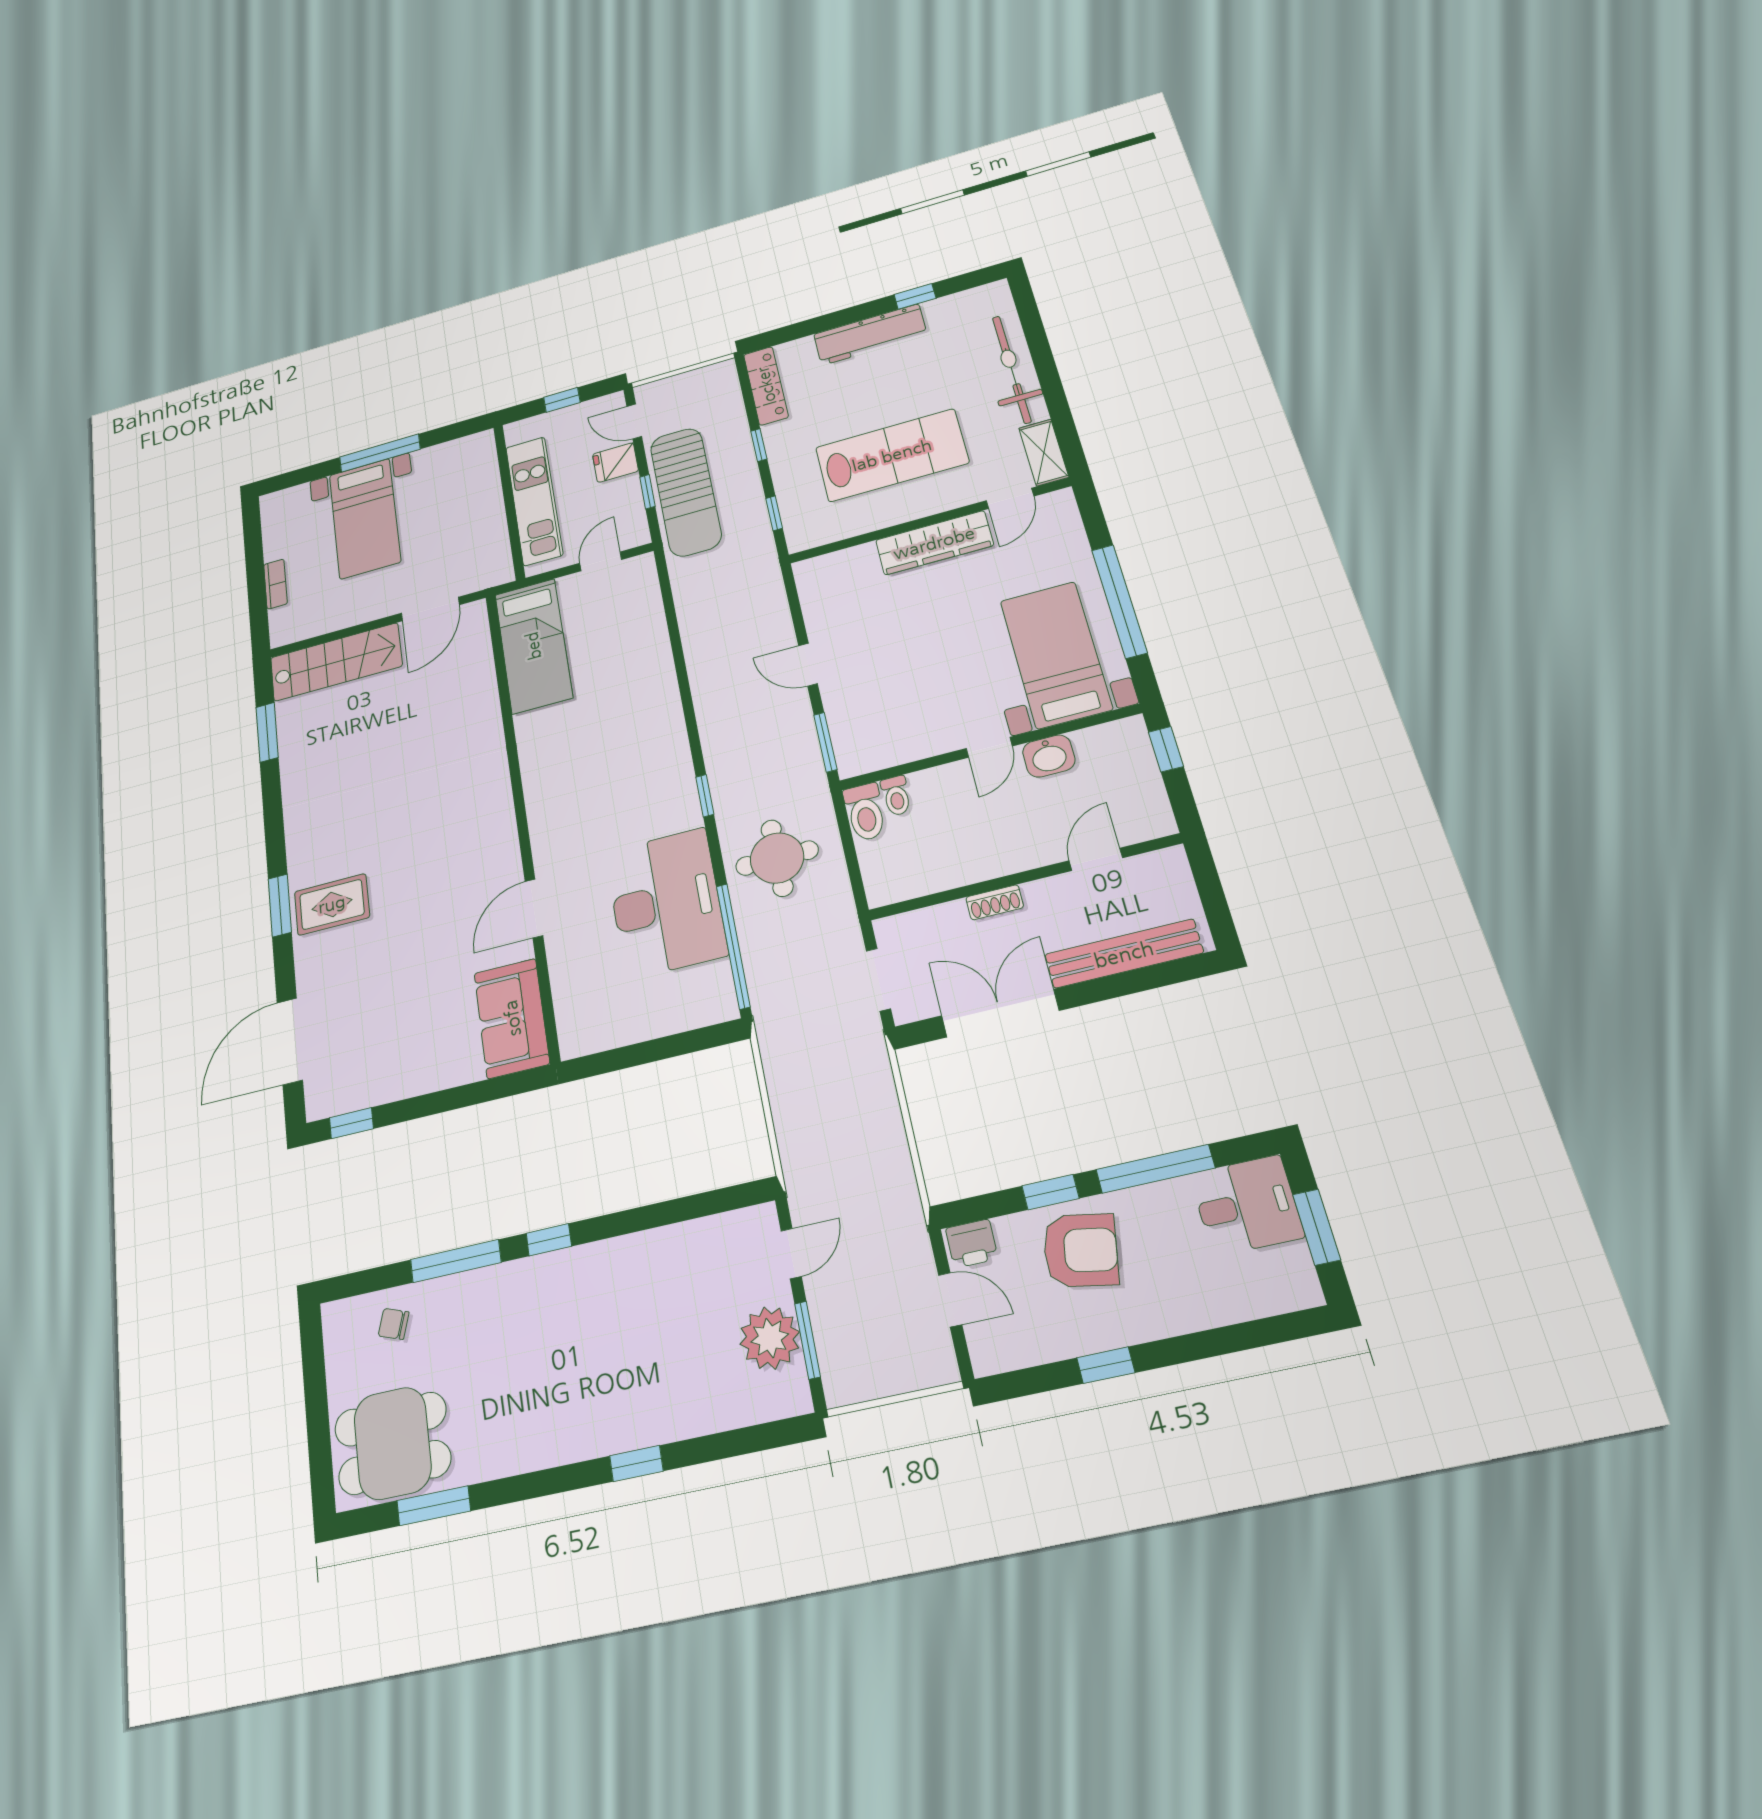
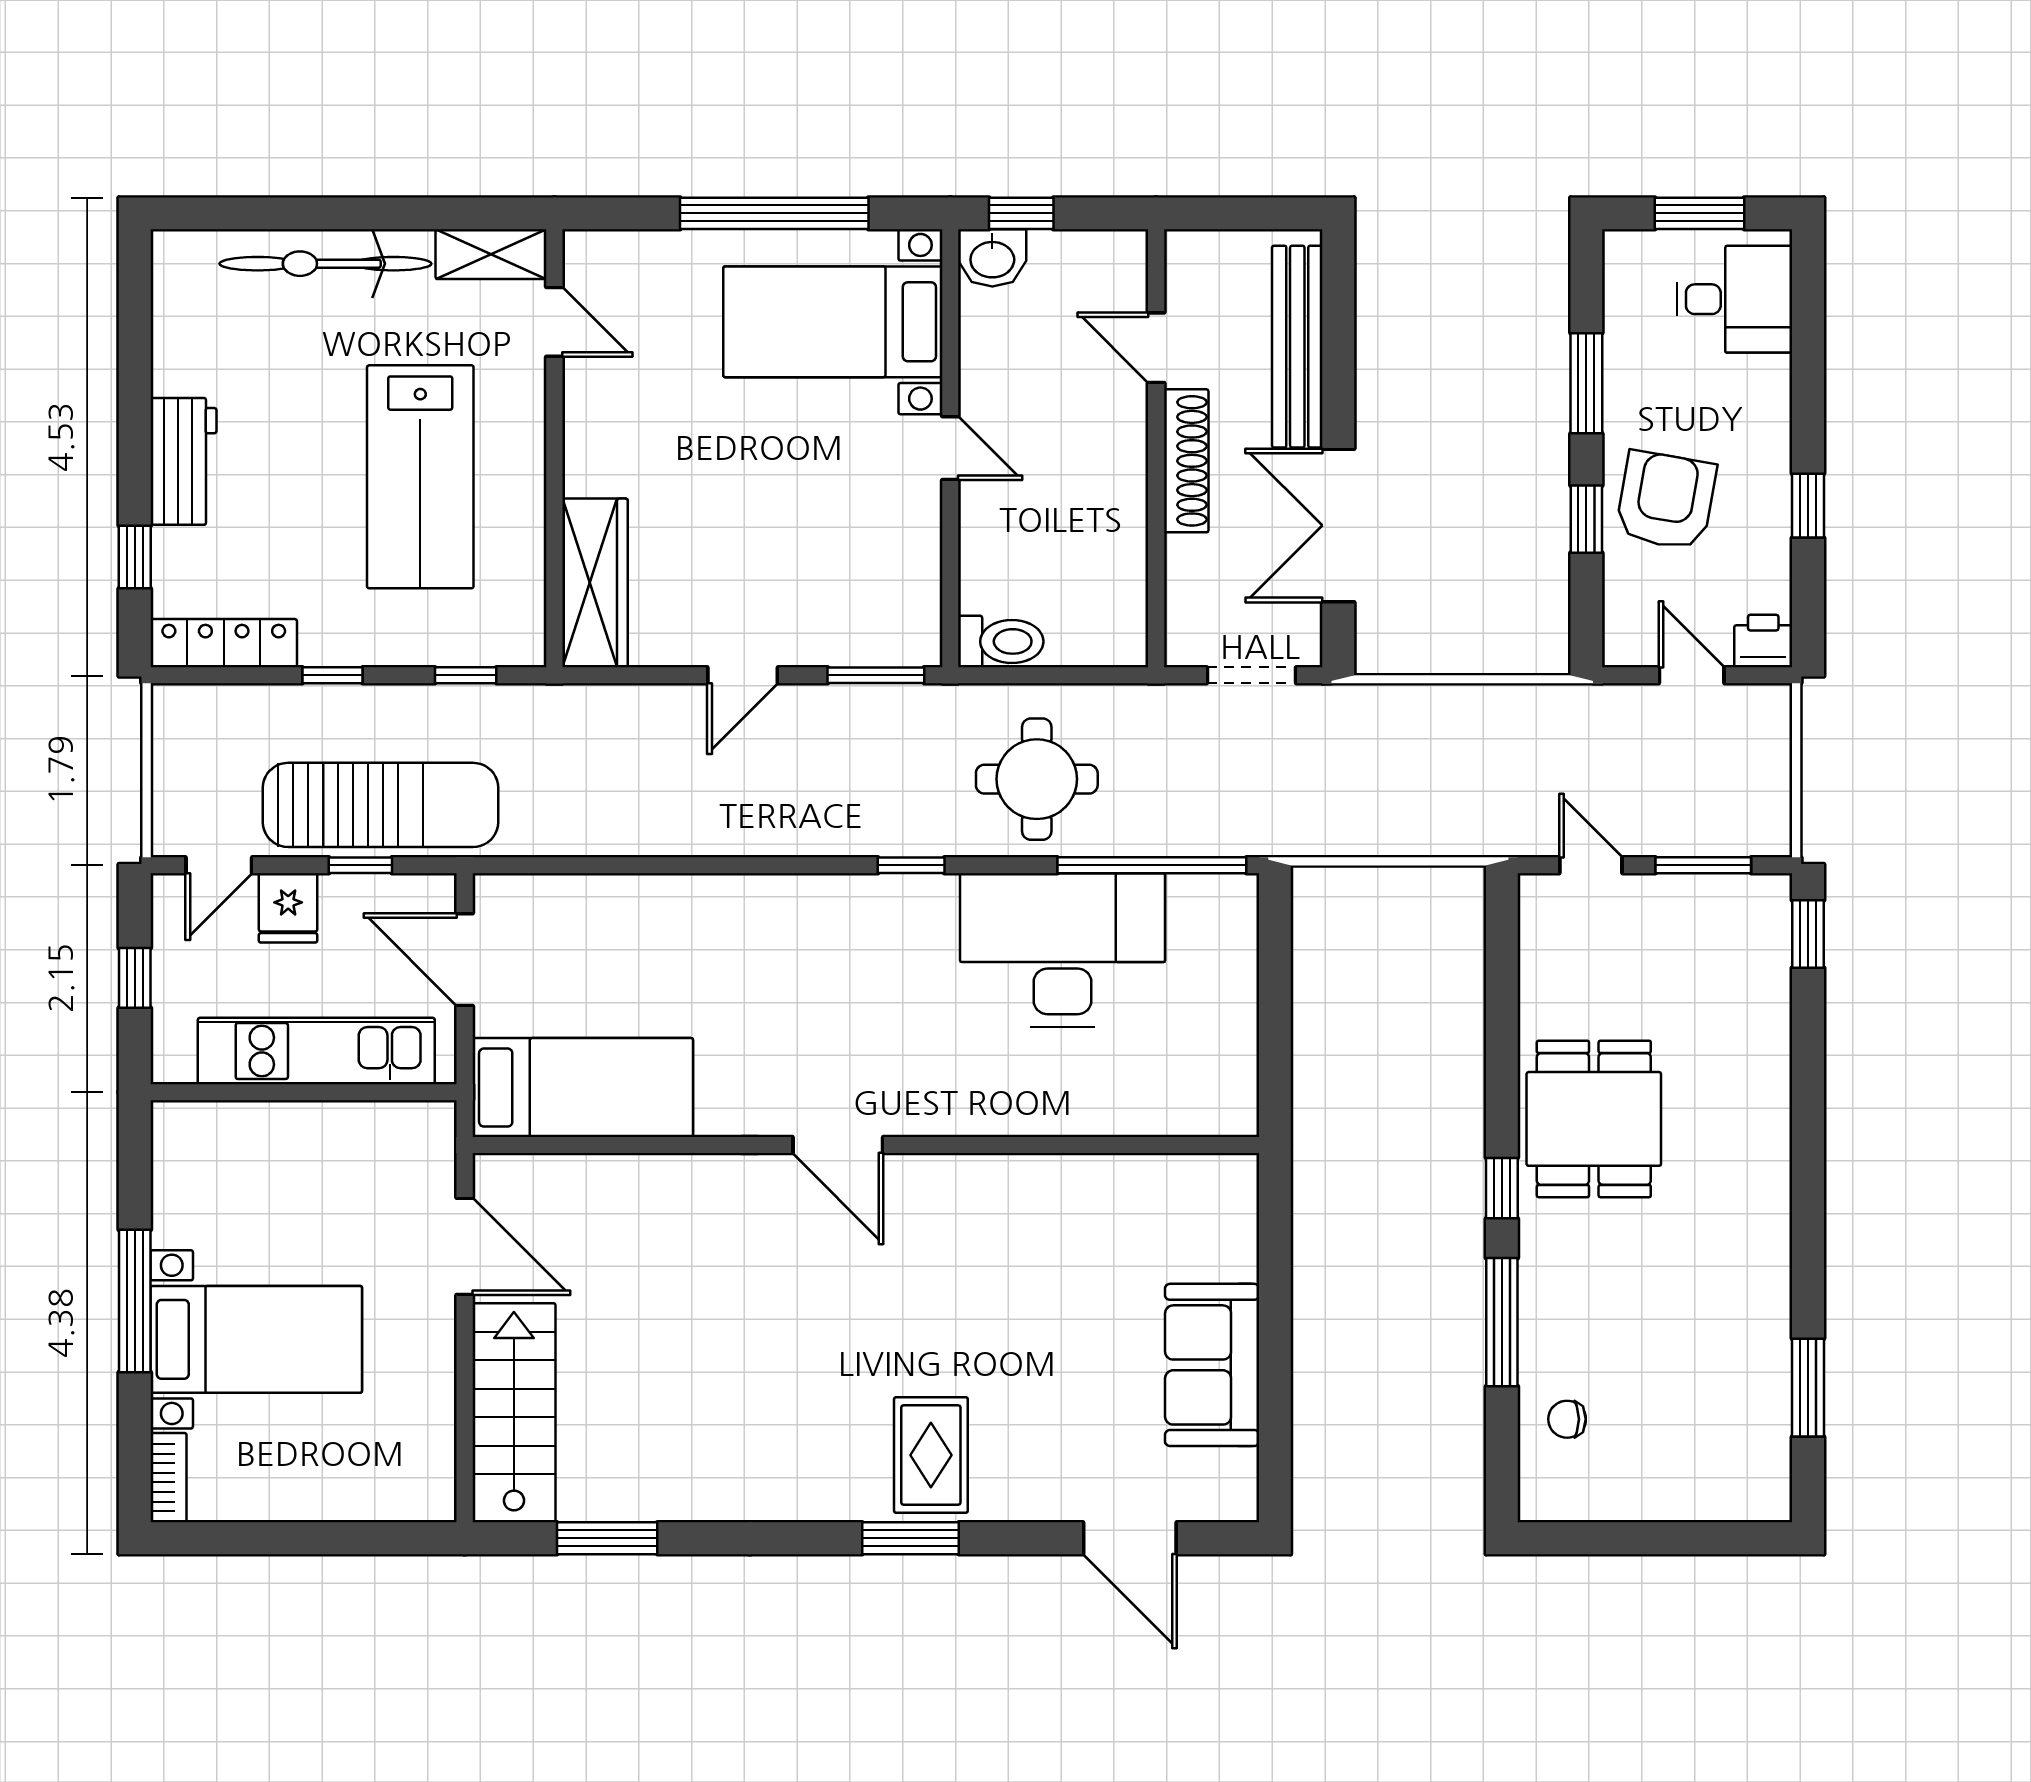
window: (915, 296) -> (135, 557), moved
workbench: (870, 335) -> (183, 461), width x0.73
lab bench: (892, 455) -> (420, 477), turned 180
wardrobe: (934, 543) -> (595, 583), moved
door: (601, 561) -> (465, 960), width x1.38
bookcase: (276, 584) -> (169, 1478), moved, turned 90
washbasin: (1049, 756) -> (992, 258), moved, turned 90
toilet: (896, 796) -> (988, 593), removed
shoe rack: (995, 902) -> (1186, 461), width x1.94, depth x1.24
door: (534, 908) -> (838, 1145), moved
sofa: (512, 1018) -> (1212, 1365), moved, turned 90
door: (290, 1041) -> (1130, 1538), width x0.73
window: (351, 1123) -> (1275, 1454), removed
window: (1155, 1169) -> (1586, 383), width x0.69
desk: (1247, 1205) -> (1734, 299), moved, turned 90
printer: (972, 1244) -> (1763, 641), moved, turned -90
door: (950, 1300) -> (1692, 675), hinge flipped
chair: (394, 1324) -> (1567, 1419), turned 71
plant: (770, 1338) -> (1691, 913), removed
dining table: (393, 1443) -> (1594, 1119), moved
window: (636, 1463) -> (1808, 934), moved

